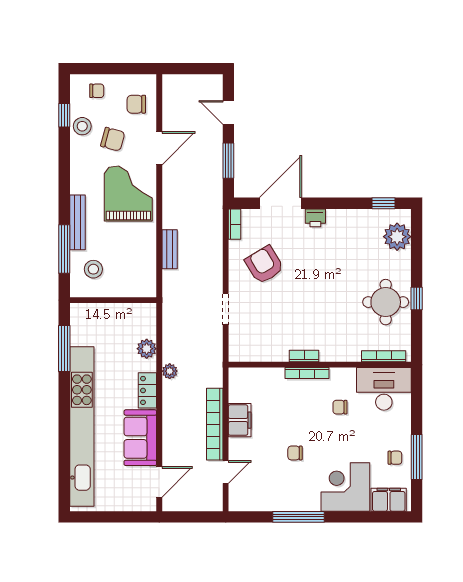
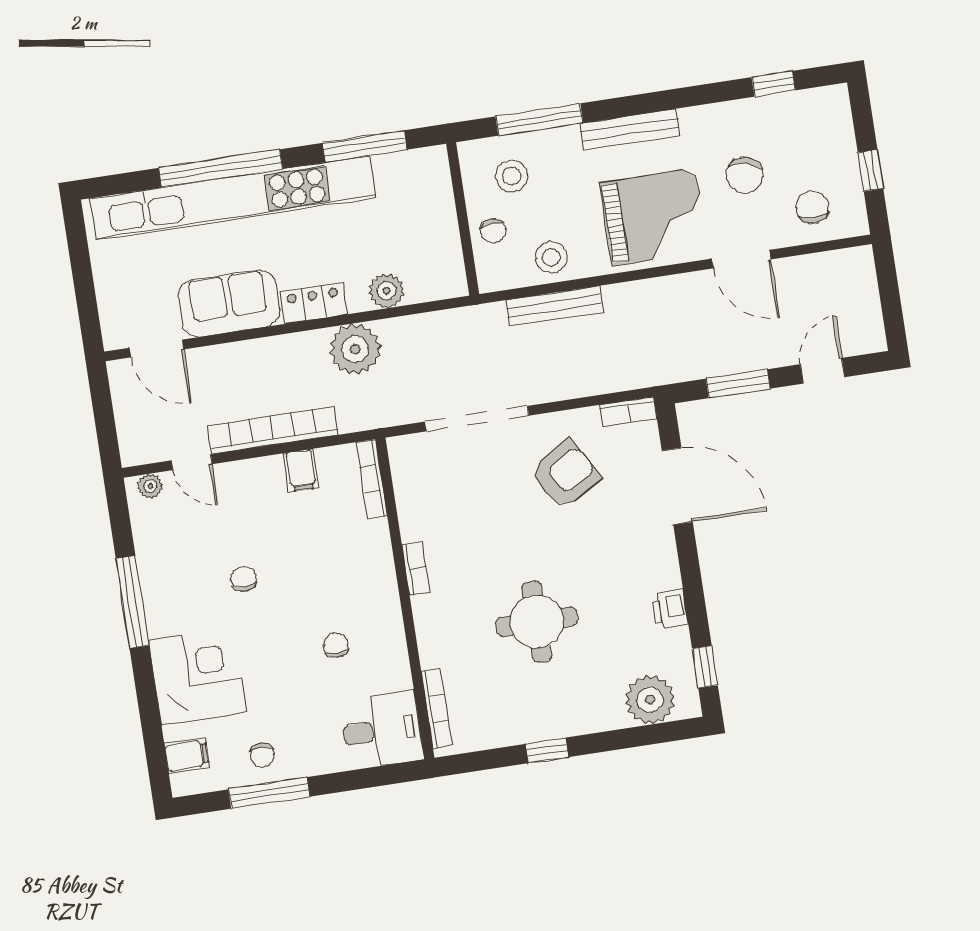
window: (121, 69) -> (871, 171), added
chair: (97, 91) -> (493, 231), moved
stool: (82, 126) -> (551, 257), moved
printer: (315, 218) -> (670, 610), moved
bench: (77, 222) -> (630, 129), moved
bench: (170, 249) -> (554, 306), width x1.36
round table: (386, 302) -> (537, 622), moved
doorway: (226, 309) -> (477, 419), width x1.88
plant: (170, 371) -> (355, 349), width x1.88, depth x1.88
bookcase: (307, 373) -> (372, 479), moved
desk: (384, 389) -> (382, 730), width x0.73
filing cabinet: (240, 420) -> (301, 471), width x0.50
window: (64, 431) -> (221, 168), added
plant: (235, 497) -> (150, 486), added
filing cabinet: (389, 500) -> (187, 756), width x0.50

